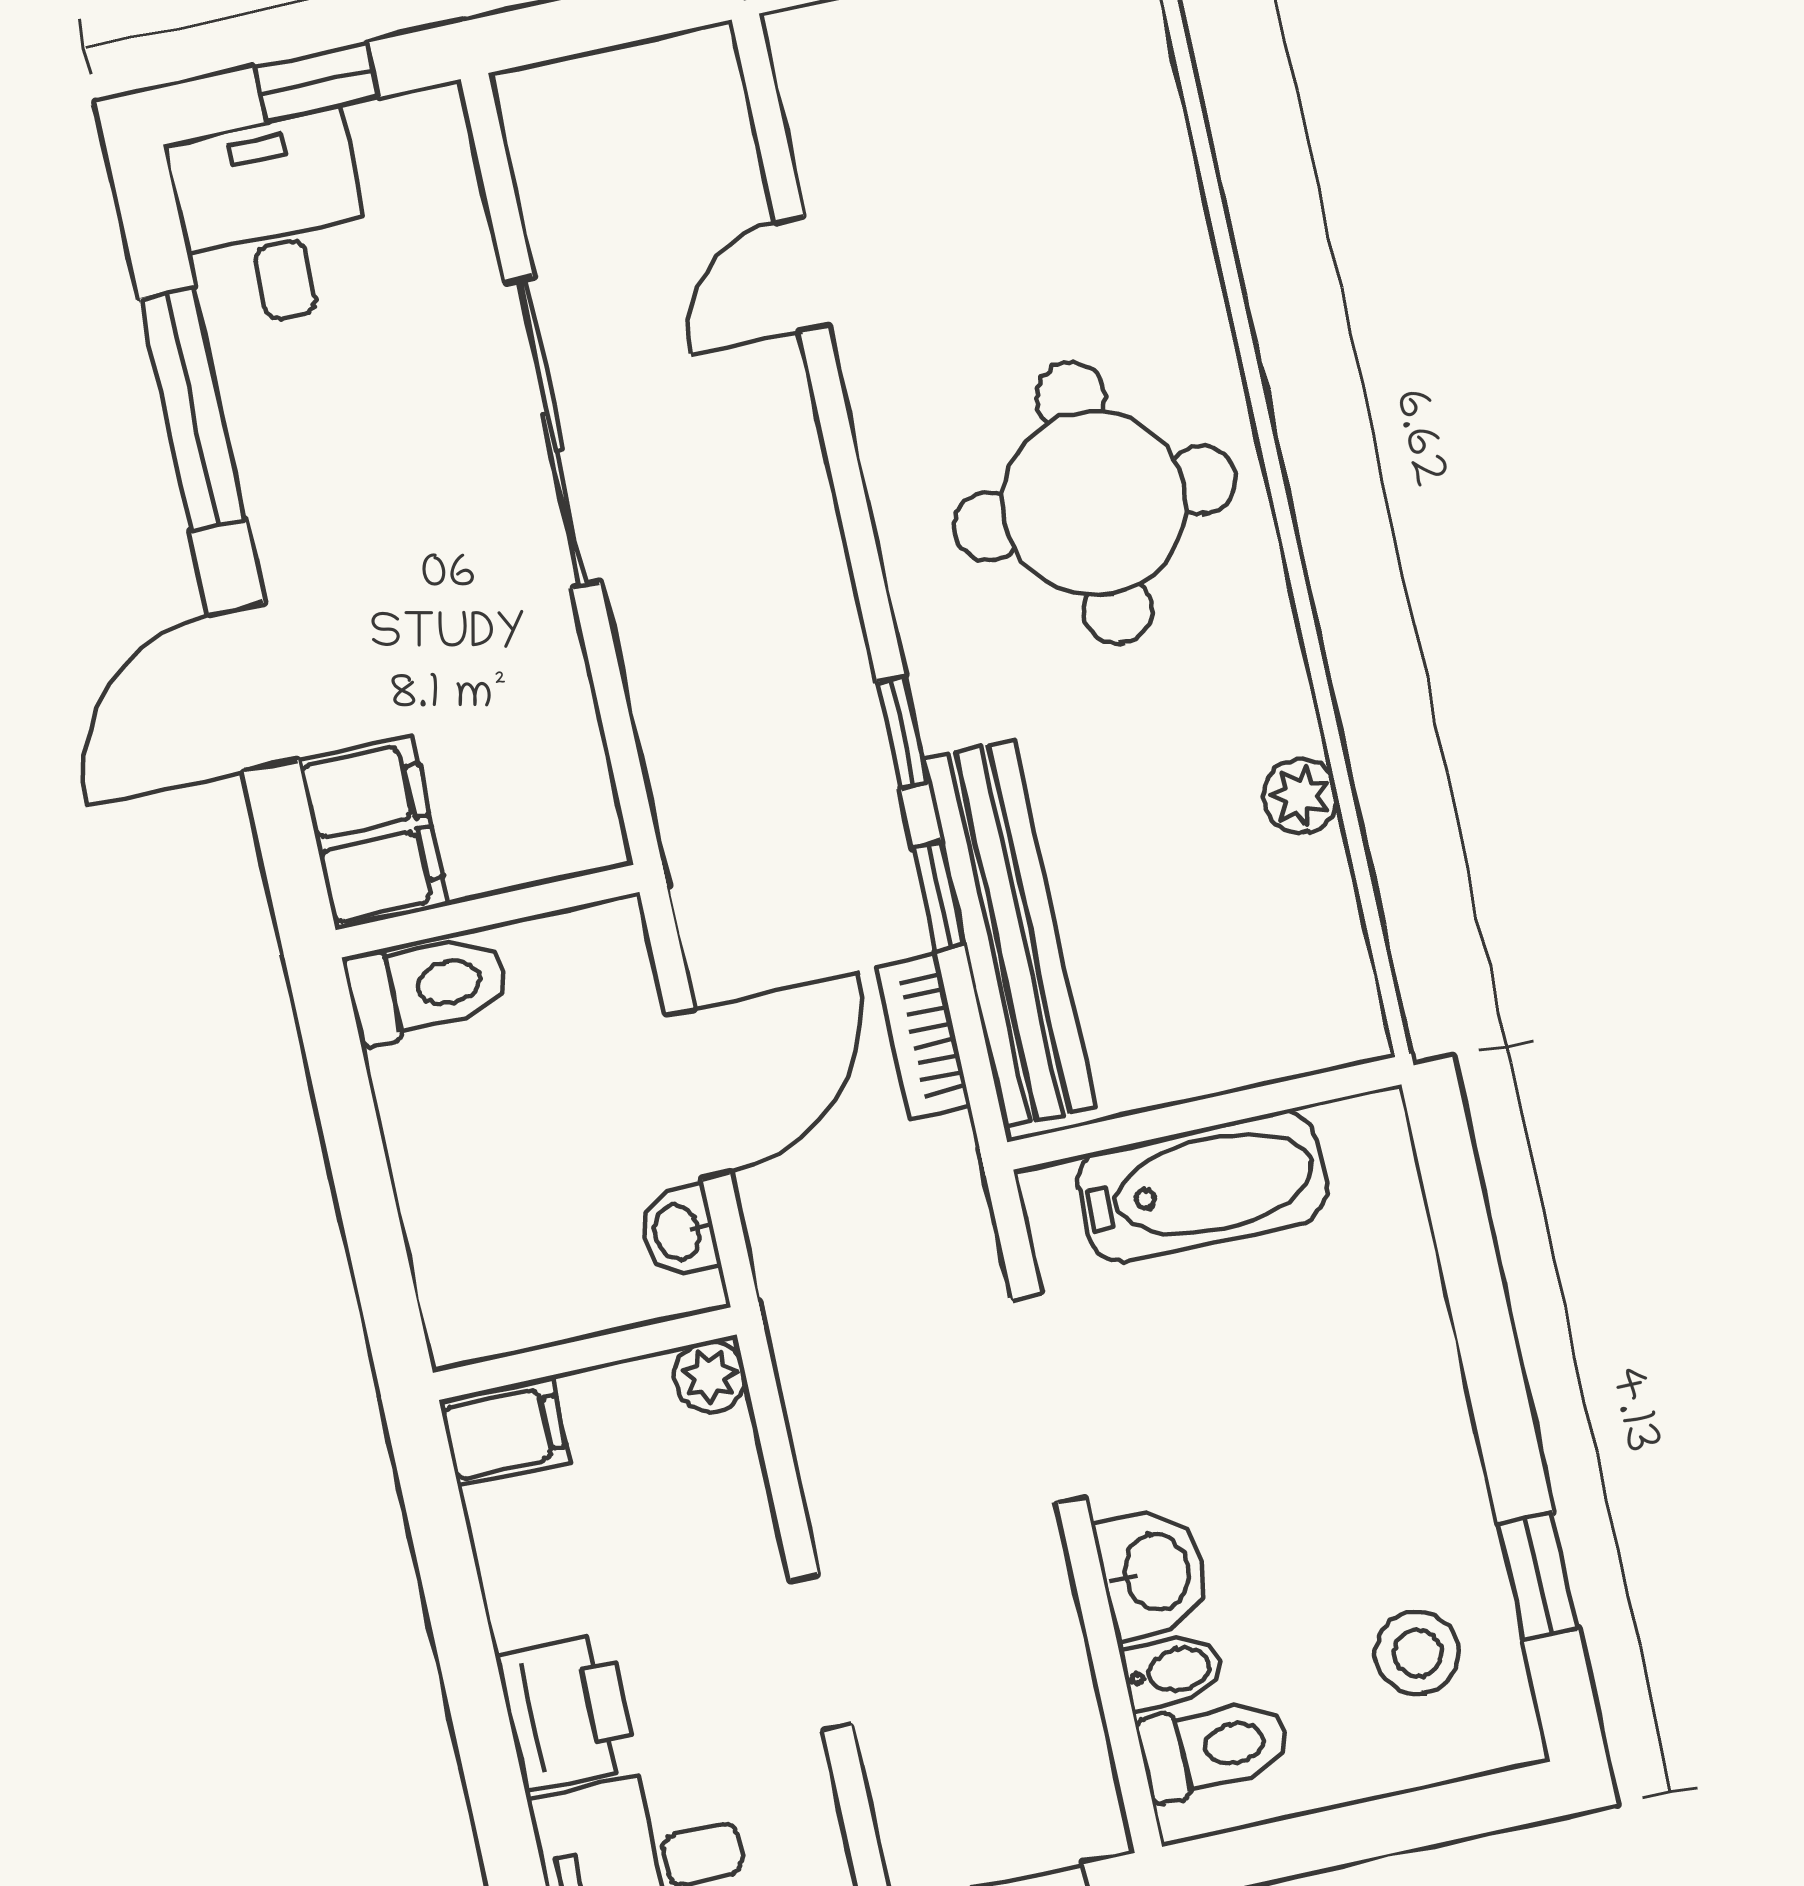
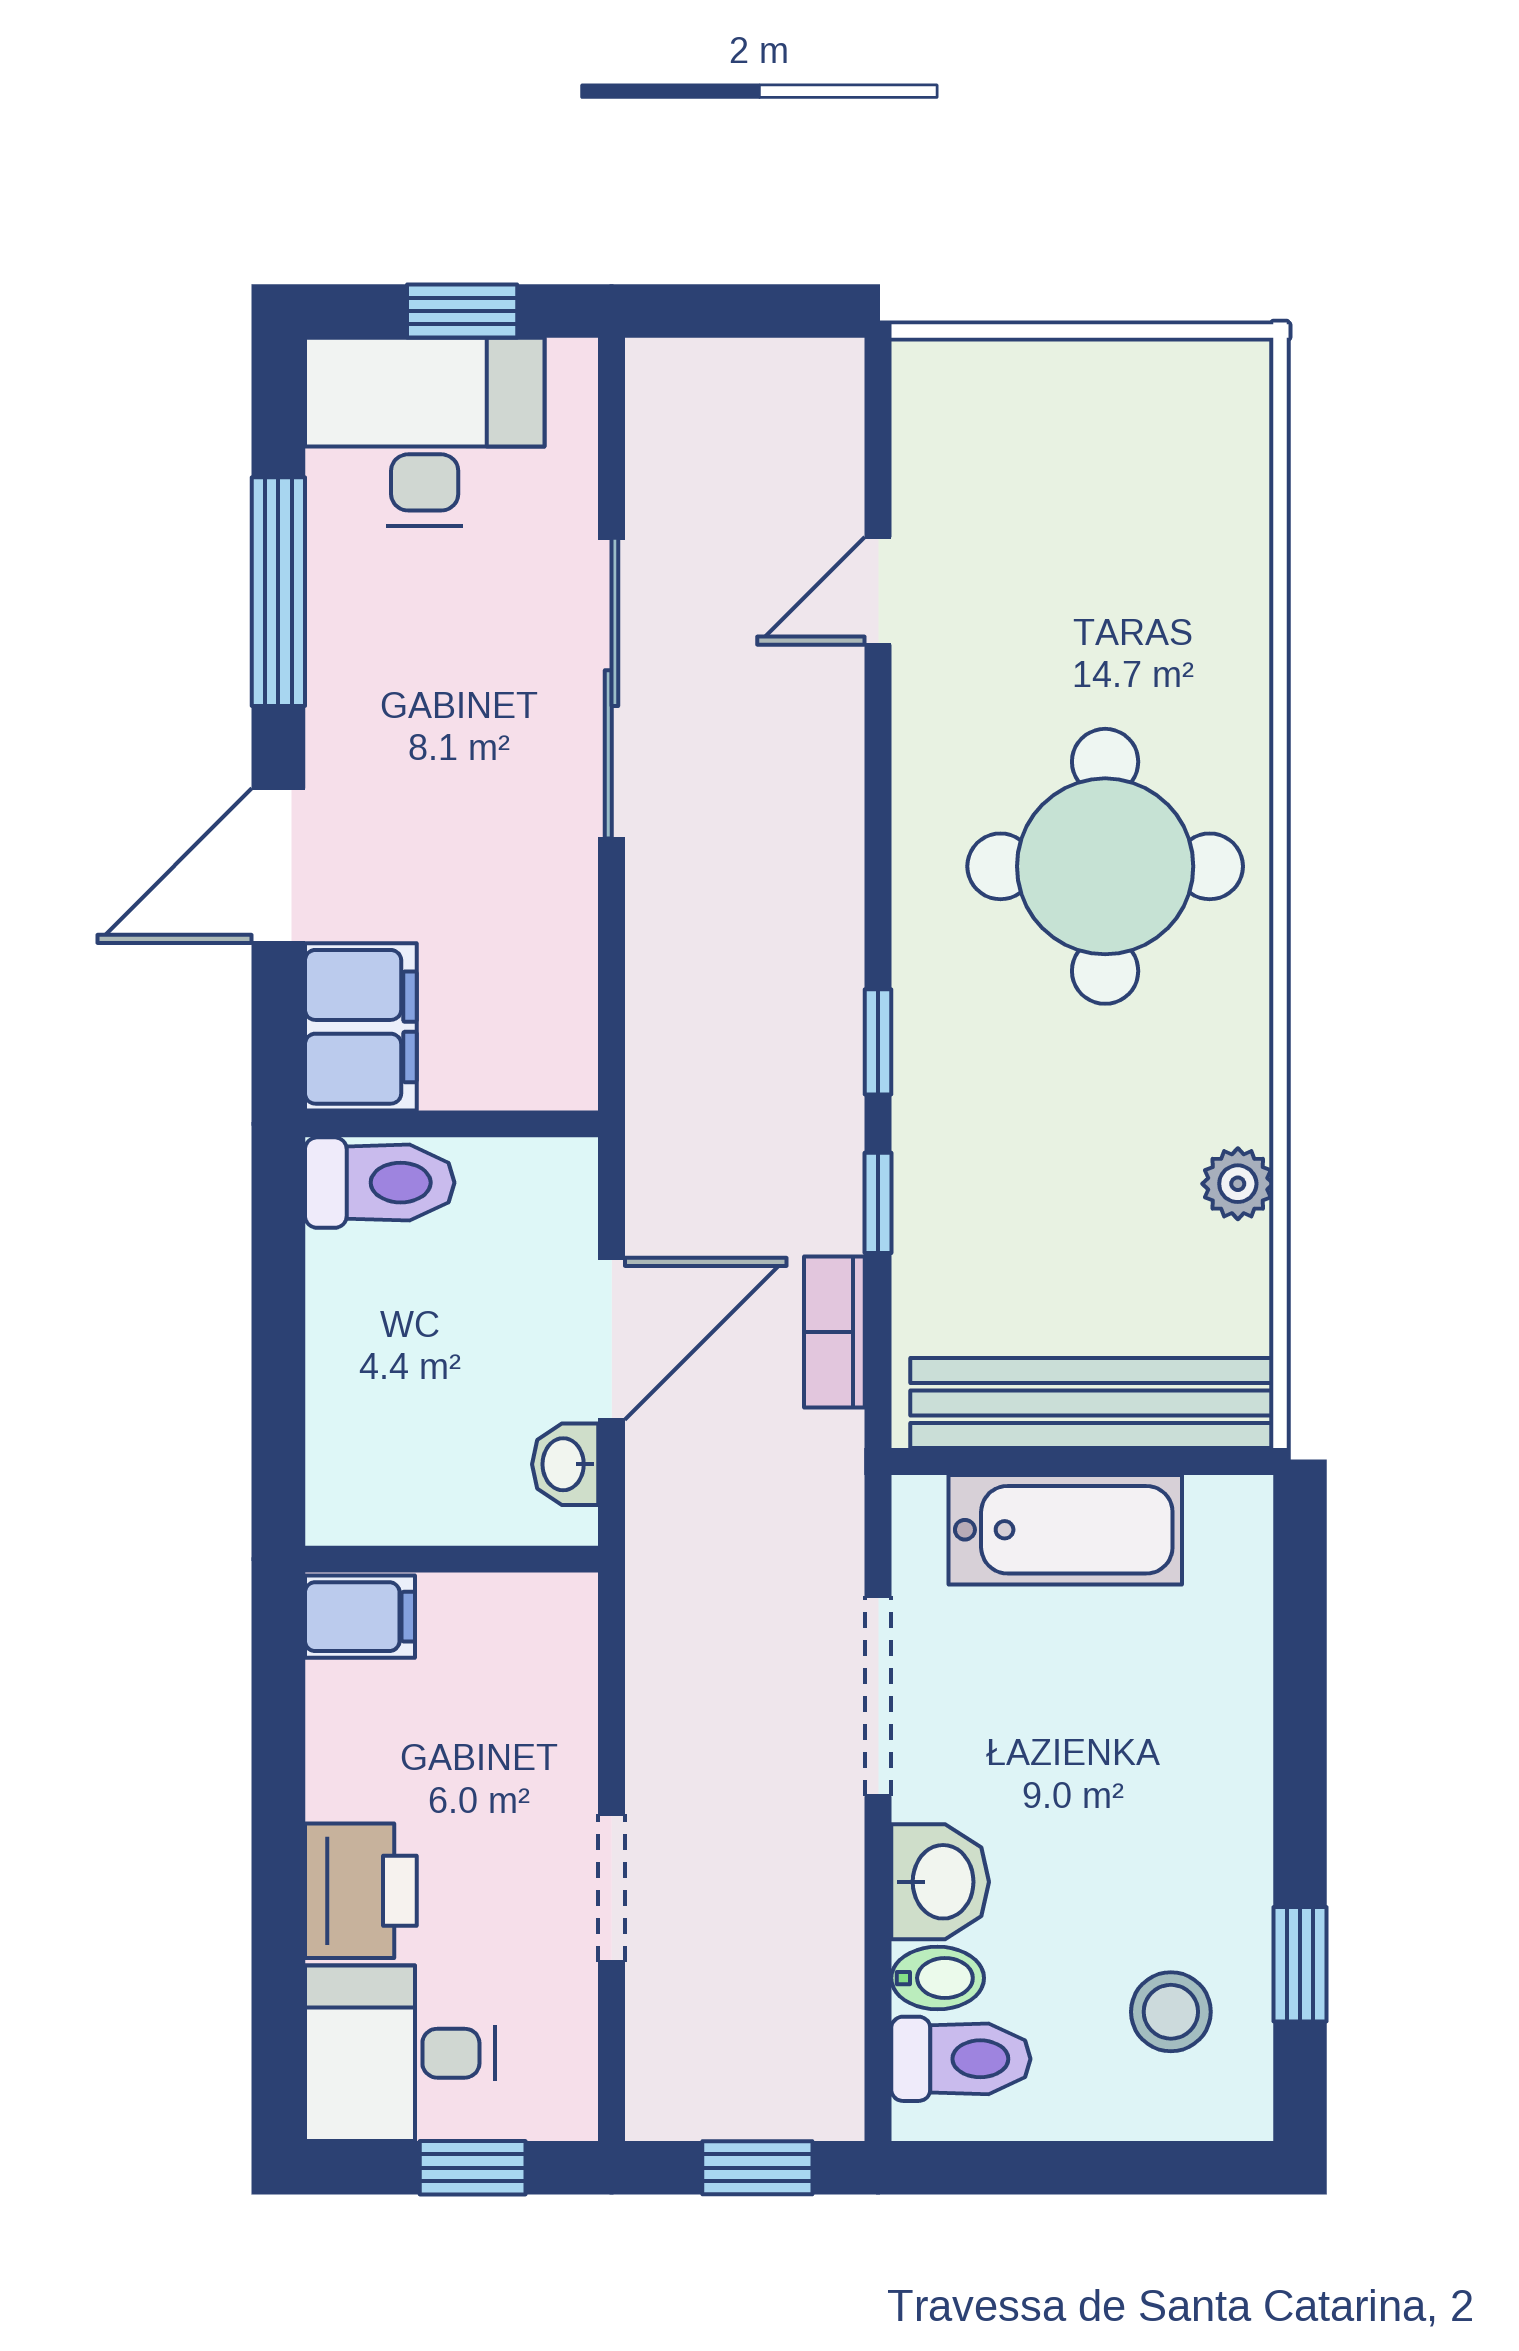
desk: (272, 221) -> (425, 432), width x1.37
bench: (1009, 933) -> (1092, 1403), moved, turned 90
plant: (710, 1376) -> (565, 1606), removed

